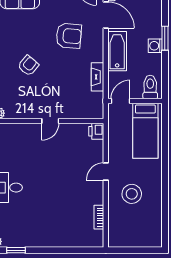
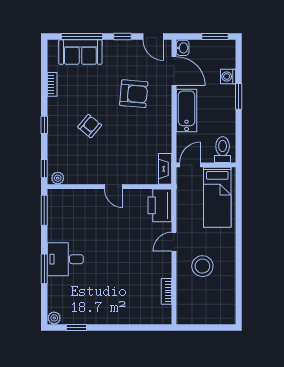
washing machine: (155, 46) -> (228, 77), moved
fireplace: (98, 77) -> (165, 169), moved
door: (50, 121) -> (114, 187), hinge flipped
printer: (96, 131) -> (160, 205), width x1.87, depth x1.48

